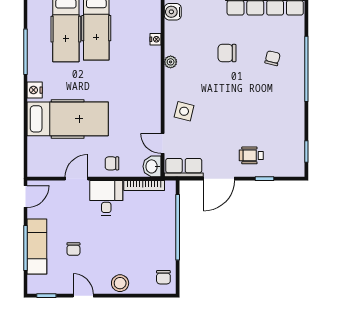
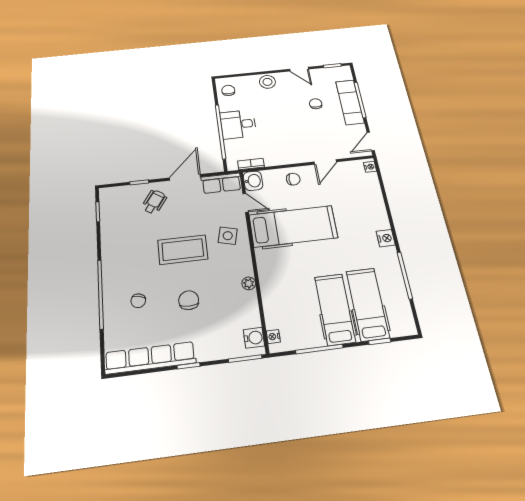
nightstand: (155, 39) -> (273, 337), moved
chair: (227, 53) -> (189, 300), turned -90
coffee table: (228, 102) -> (183, 250), added
hospital bed: (68, 119) -> (293, 226), moved, turned 180
wheelchair: (251, 155) -> (154, 202), turned -56
nightstand: (33, 168) -> (370, 167), added
bookcase: (144, 185) -> (251, 164), width x0.64
desk: (106, 198) -> (238, 124), moved, turned 90

